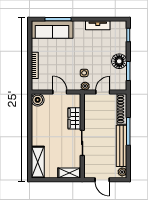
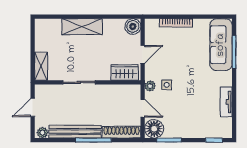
floor lamp: (119, 61) -> (154, 129), moved
wardrobe: (74, 118) -> (125, 72), moved
shelving: (38, 162) -> (82, 27), moved

